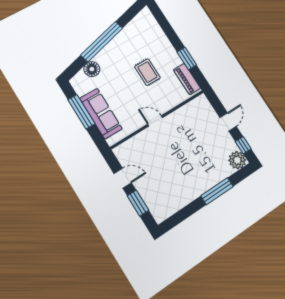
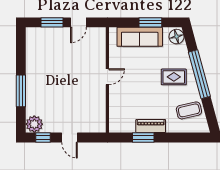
coffee table: (139, 33) -> (189, 110), added
floor lamp: (92, 69) -> (177, 37), moved
rug: (147, 72) -> (174, 77), moved
piano: (187, 79) -> (151, 126), moved
window: (82, 112) -> (150, 22), width x0.69

